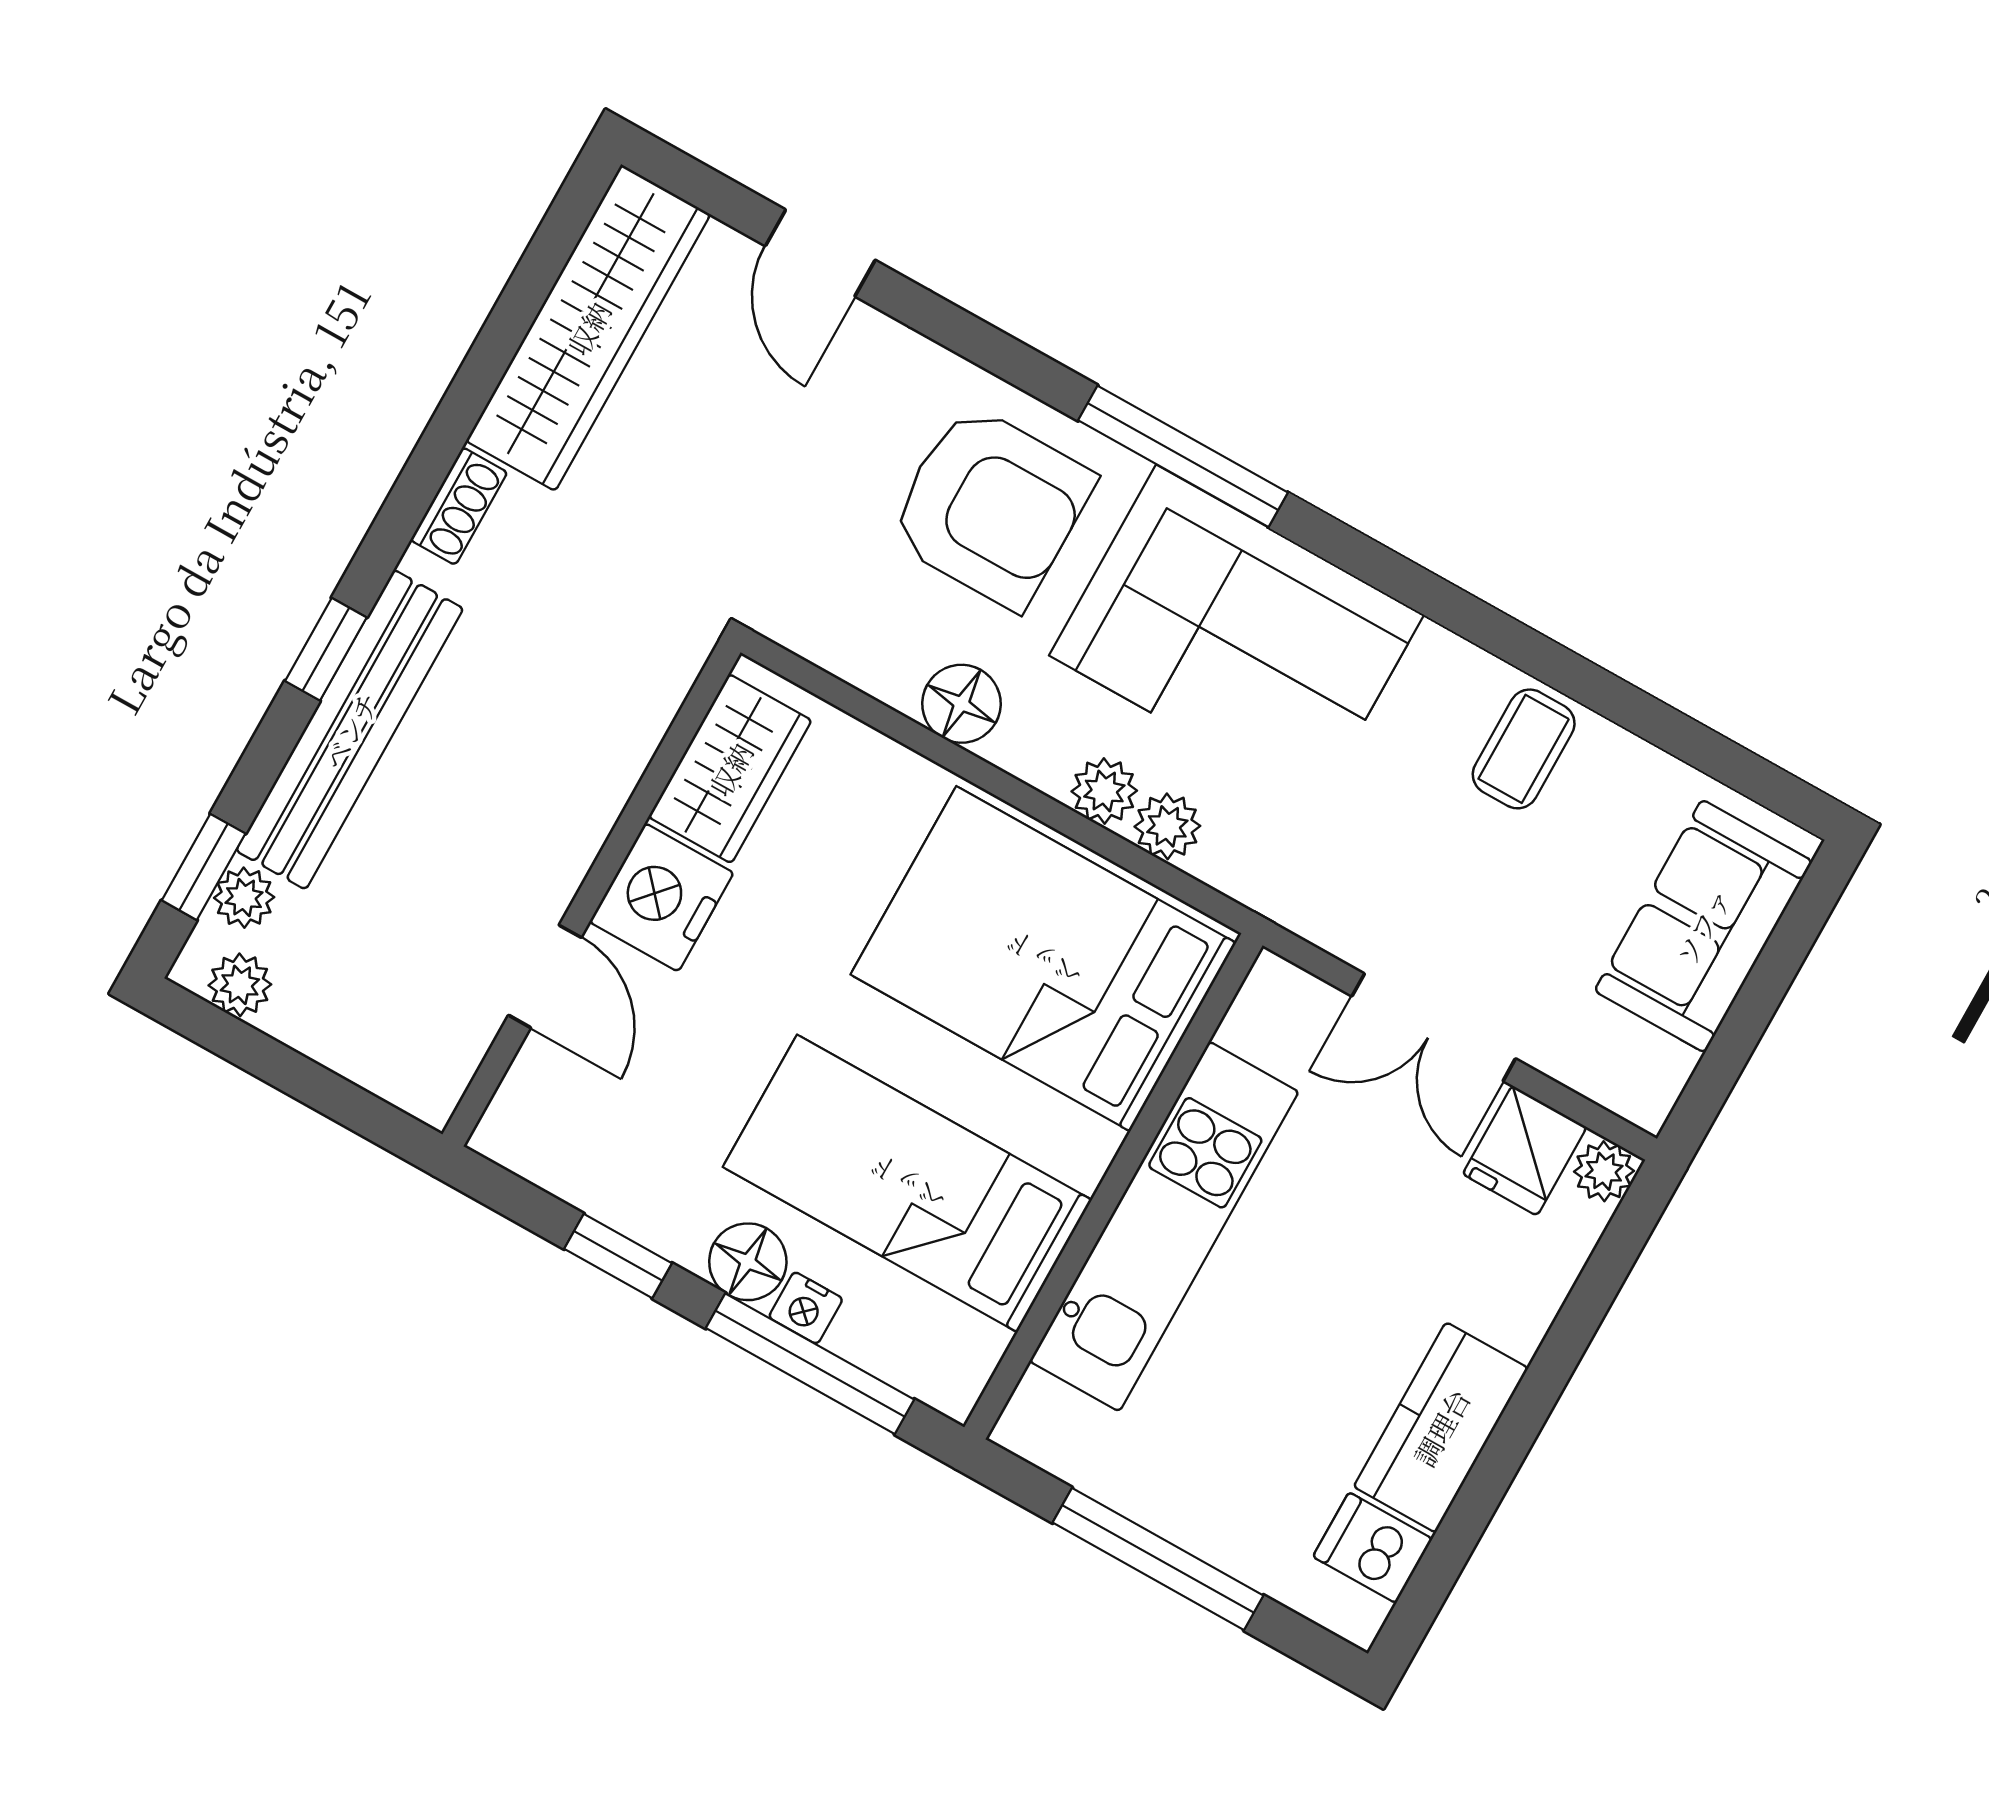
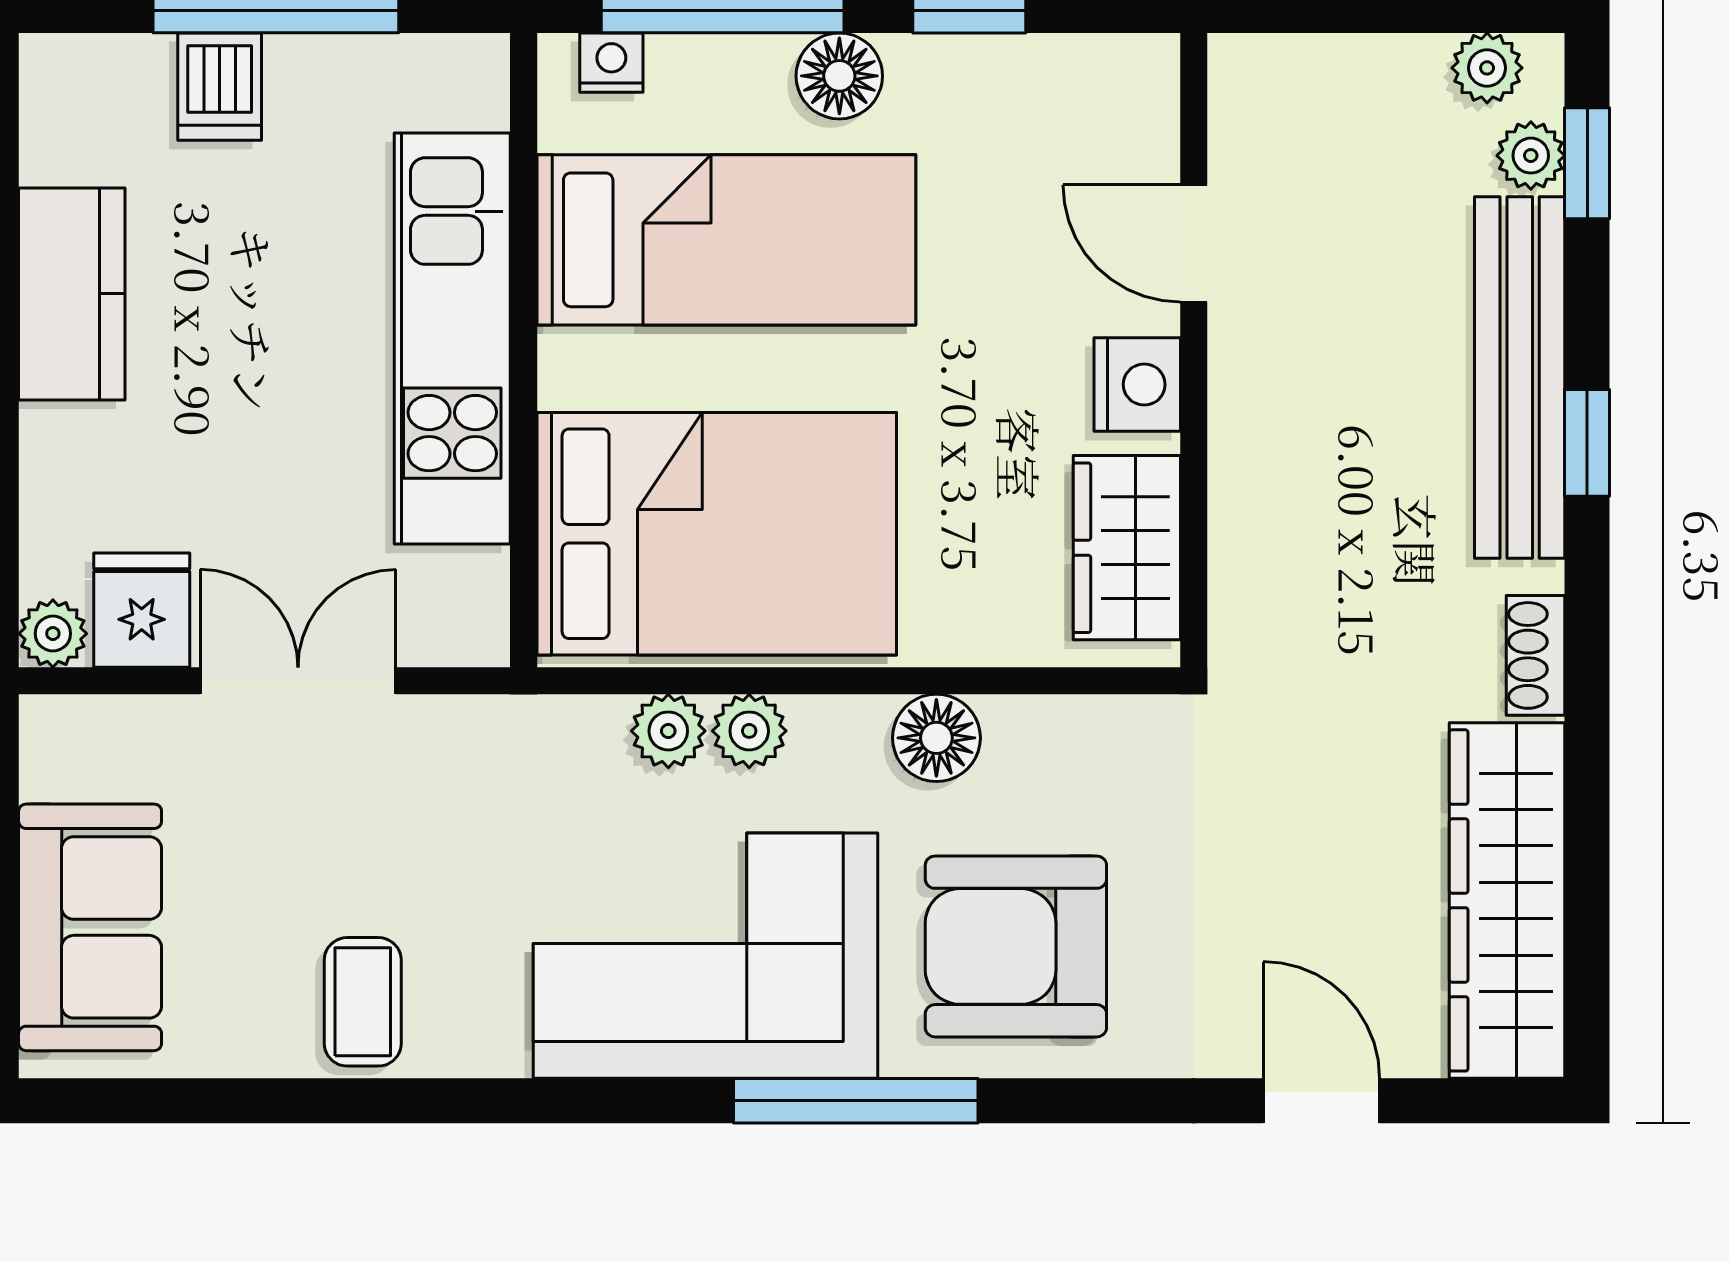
nightstand: (662, 897) -> (1137, 384), width x0.74, depth x0.75
nightstand: (806, 1308) -> (611, 63), moved
dishwasher: (1373, 1548) -> (220, 87), moved, turned 90

